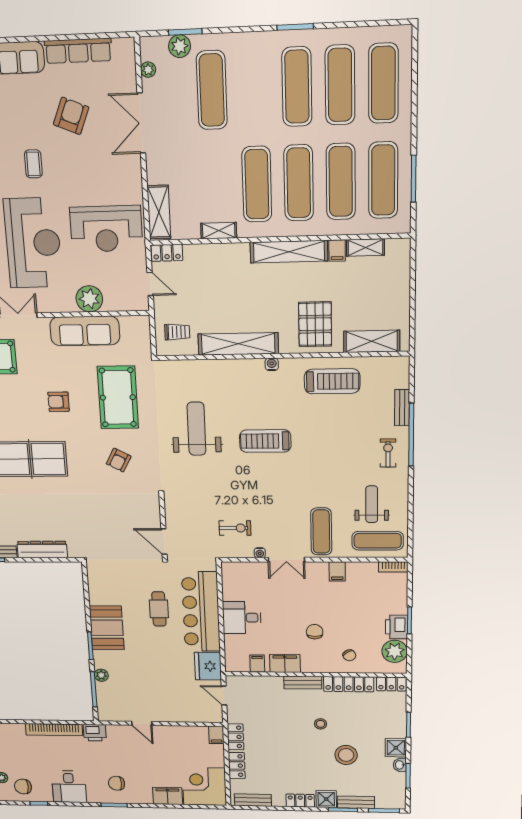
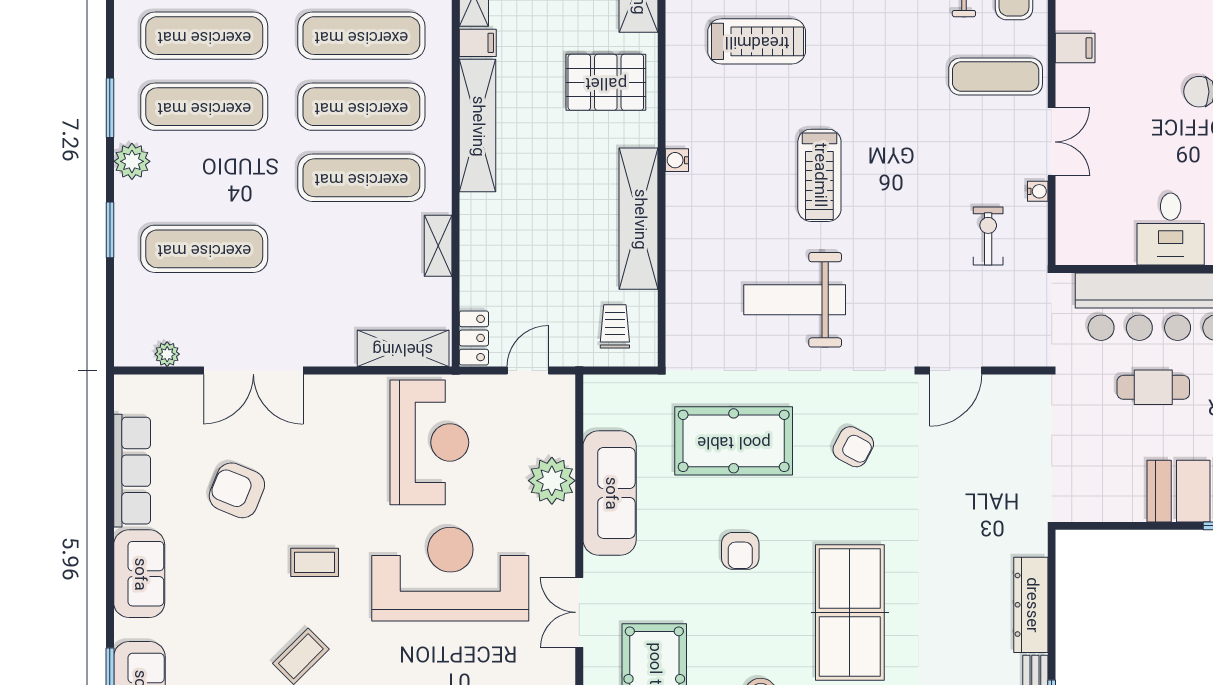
window: (185, 32) -> (110, 230), moved
plant: (180, 46) -> (132, 161), moved
treadmill: (332, 381) -> (757, 41), moved, turned 90
door: (164, 542) -> (956, 370), moved

